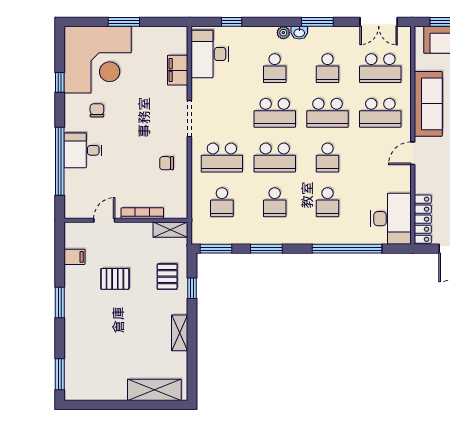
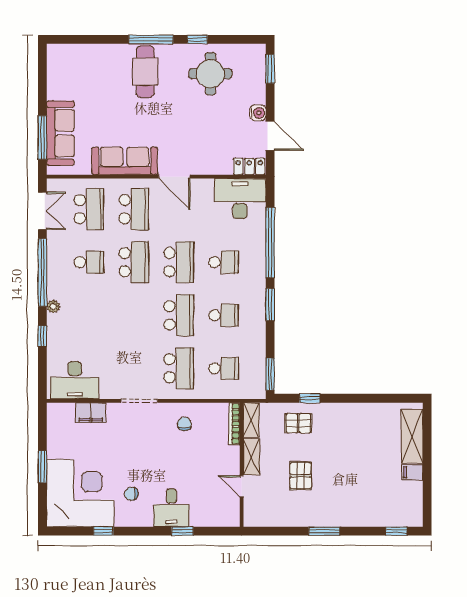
window: (232, 22) -> (42, 336), moved
window: (317, 22) -> (42, 272), width x2.11
washbasin: (299, 33) -> (53, 291), removed
school desk: (275, 68) -> (89, 315), removed
school desk: (275, 113) -> (134, 315), removed
door: (413, 153) -> (174, 177), width x1.38
school desk: (327, 158) -> (179, 262), width x1.85
window: (60, 161) -> (182, 531), width x0.32
chair: (167, 163) -> (184, 424), turned 180
bookcase: (142, 213) -> (234, 424), moved
locker: (423, 219) -> (249, 167), width x0.66
window: (266, 249) -> (270, 305), moved
filing cabinet: (74, 257) -> (412, 472), moved, turned -90
shelving: (180, 333) -> (251, 457), moved, turned 90
window: (60, 374) -> (396, 531), width x0.67

